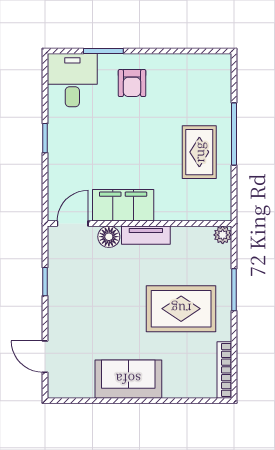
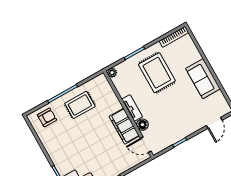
armchair: (132, 83) -> (47, 117), moved

